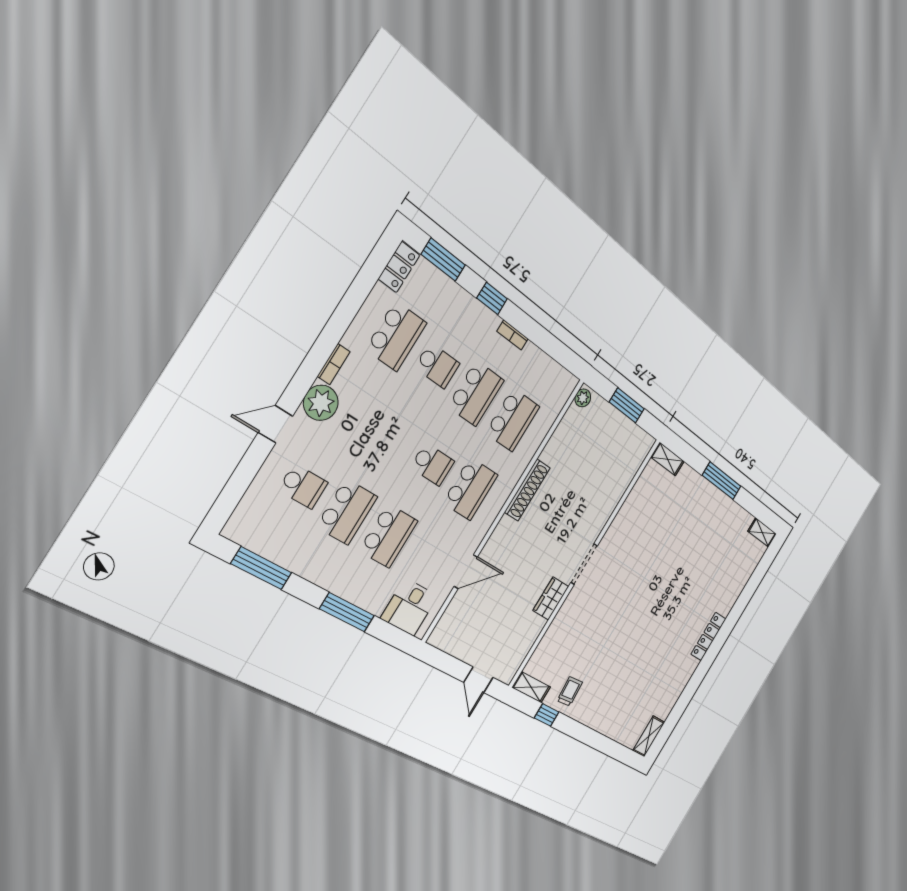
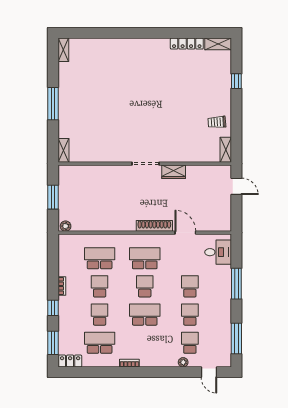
school desk: (476, 393) -> (100, 286), width x0.54
plant: (321, 403) -> (183, 362), moved, width x0.53, depth x0.53
door: (276, 424) -> (209, 372), moved
school desk: (392, 438) -> (145, 315), added
shoe rack: (527, 490) -> (154, 226), moved
school desk: (347, 512) -> (190, 315), width x0.54
school desk: (388, 536) -> (190, 286), width x0.54
locker: (708, 636) -> (187, 44), moved
door: (478, 680) -> (236, 186), hinge flipped
window: (547, 715) -> (236, 81), moved

